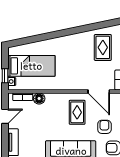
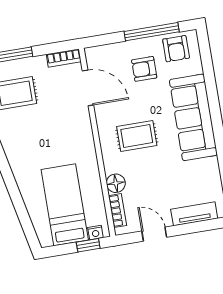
door: (99, 91) -> (88, 88), hinge flipped
rug: (77, 112) -> (137, 136), moved

